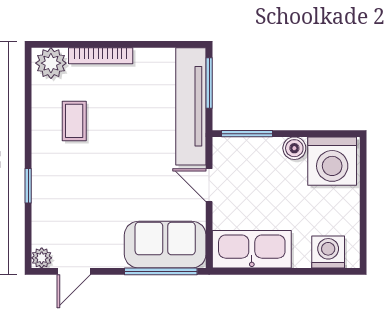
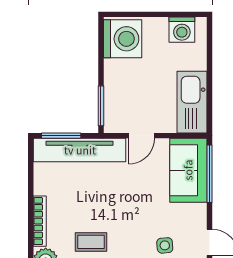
boiler: (294, 148) -> (112, 69), removed
side table: (70, 215) -> (165, 245), added
washing machine: (328, 252) -> (182, 30), moved, turned -90

